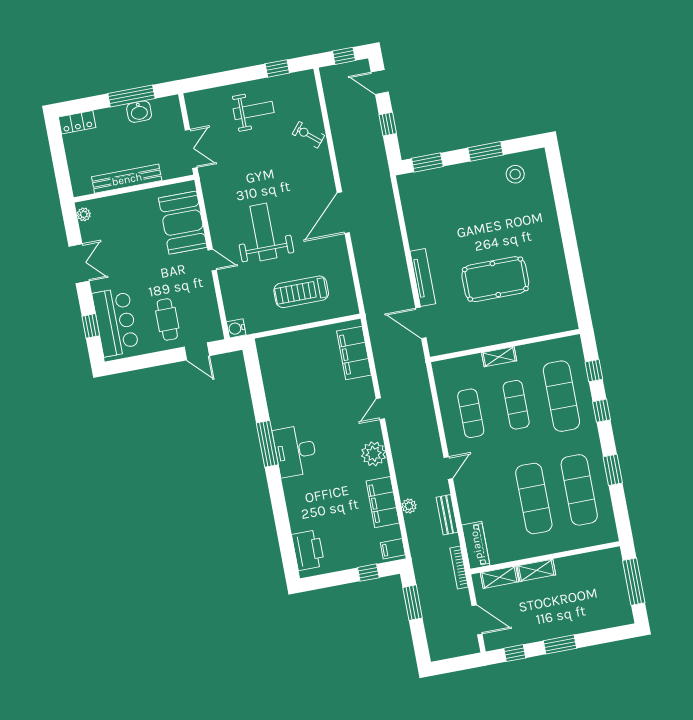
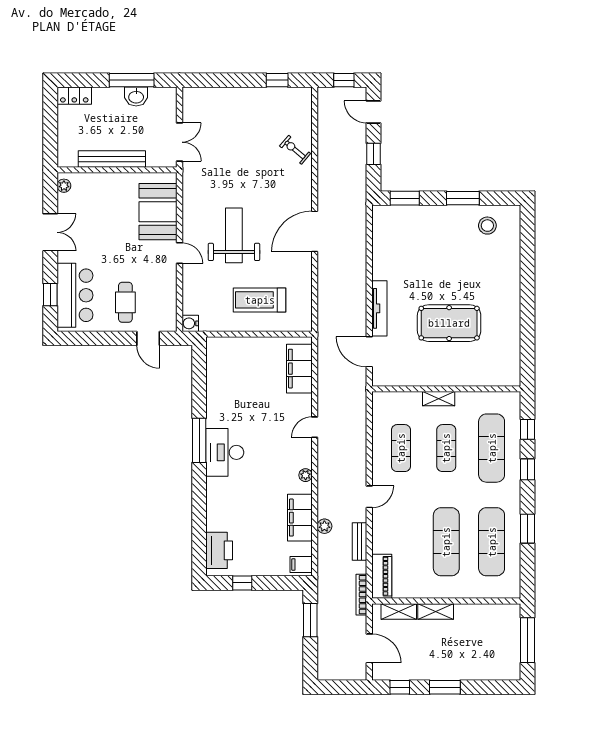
weight bench: (254, 111) -> (247, 116), removed
plant: (374, 454) -> (306, 475), width x0.53, depth x0.53
window: (368, 573) -> (242, 583), moved

